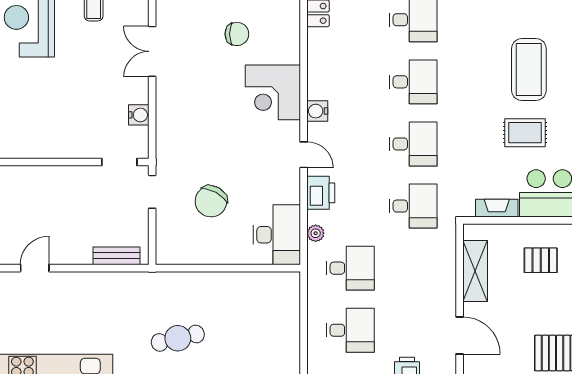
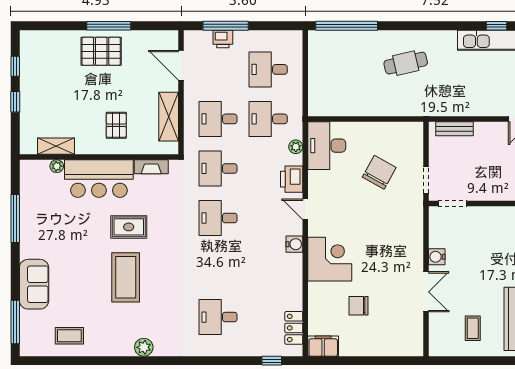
desk: (413, 82) -> (218, 119), moved
water cooler: (139, 115) -> (437, 257), moved
pallet: (541, 260) -> (116, 125), turned 90

